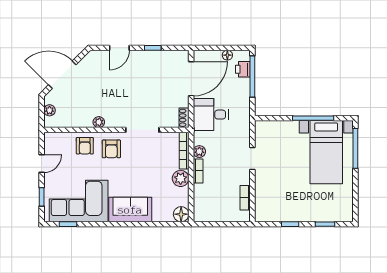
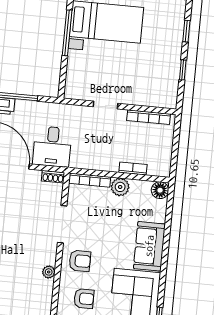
armchair: (85, 146) -> (84, 299), moved
plant: (199, 152) -> (92, 163), removed
bookcase: (198, 171) -> (133, 168), moved
bookcase: (245, 198) -> (149, 117), width x1.56

